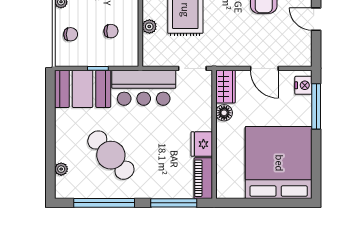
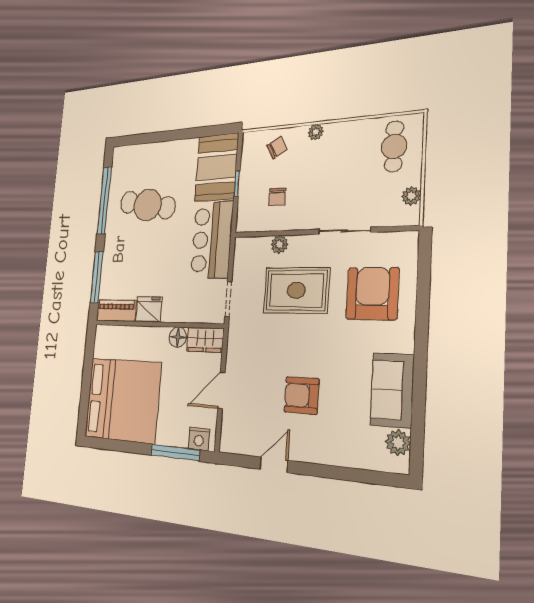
chair: (71, 34) -> (277, 148), turned -119
cafe table: (111, 155) -> (147, 205), turned 52
plant: (61, 169) -> (139, 151), removed

